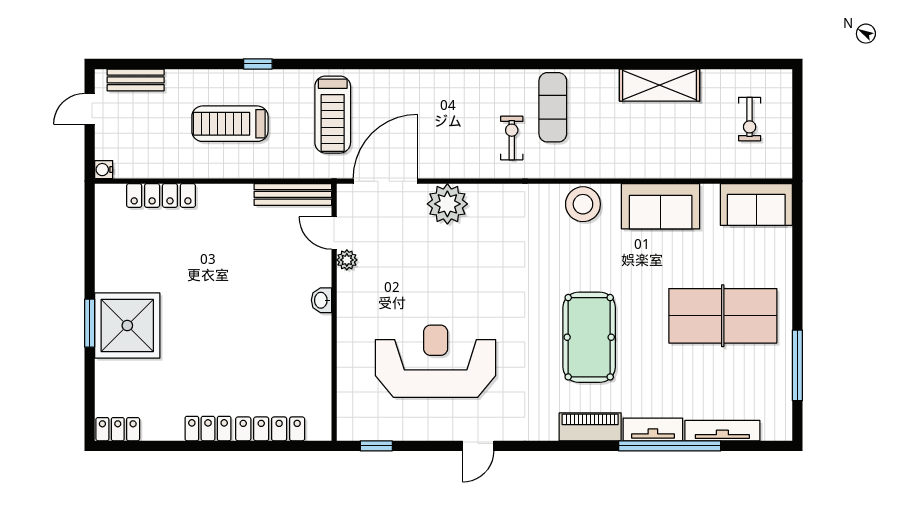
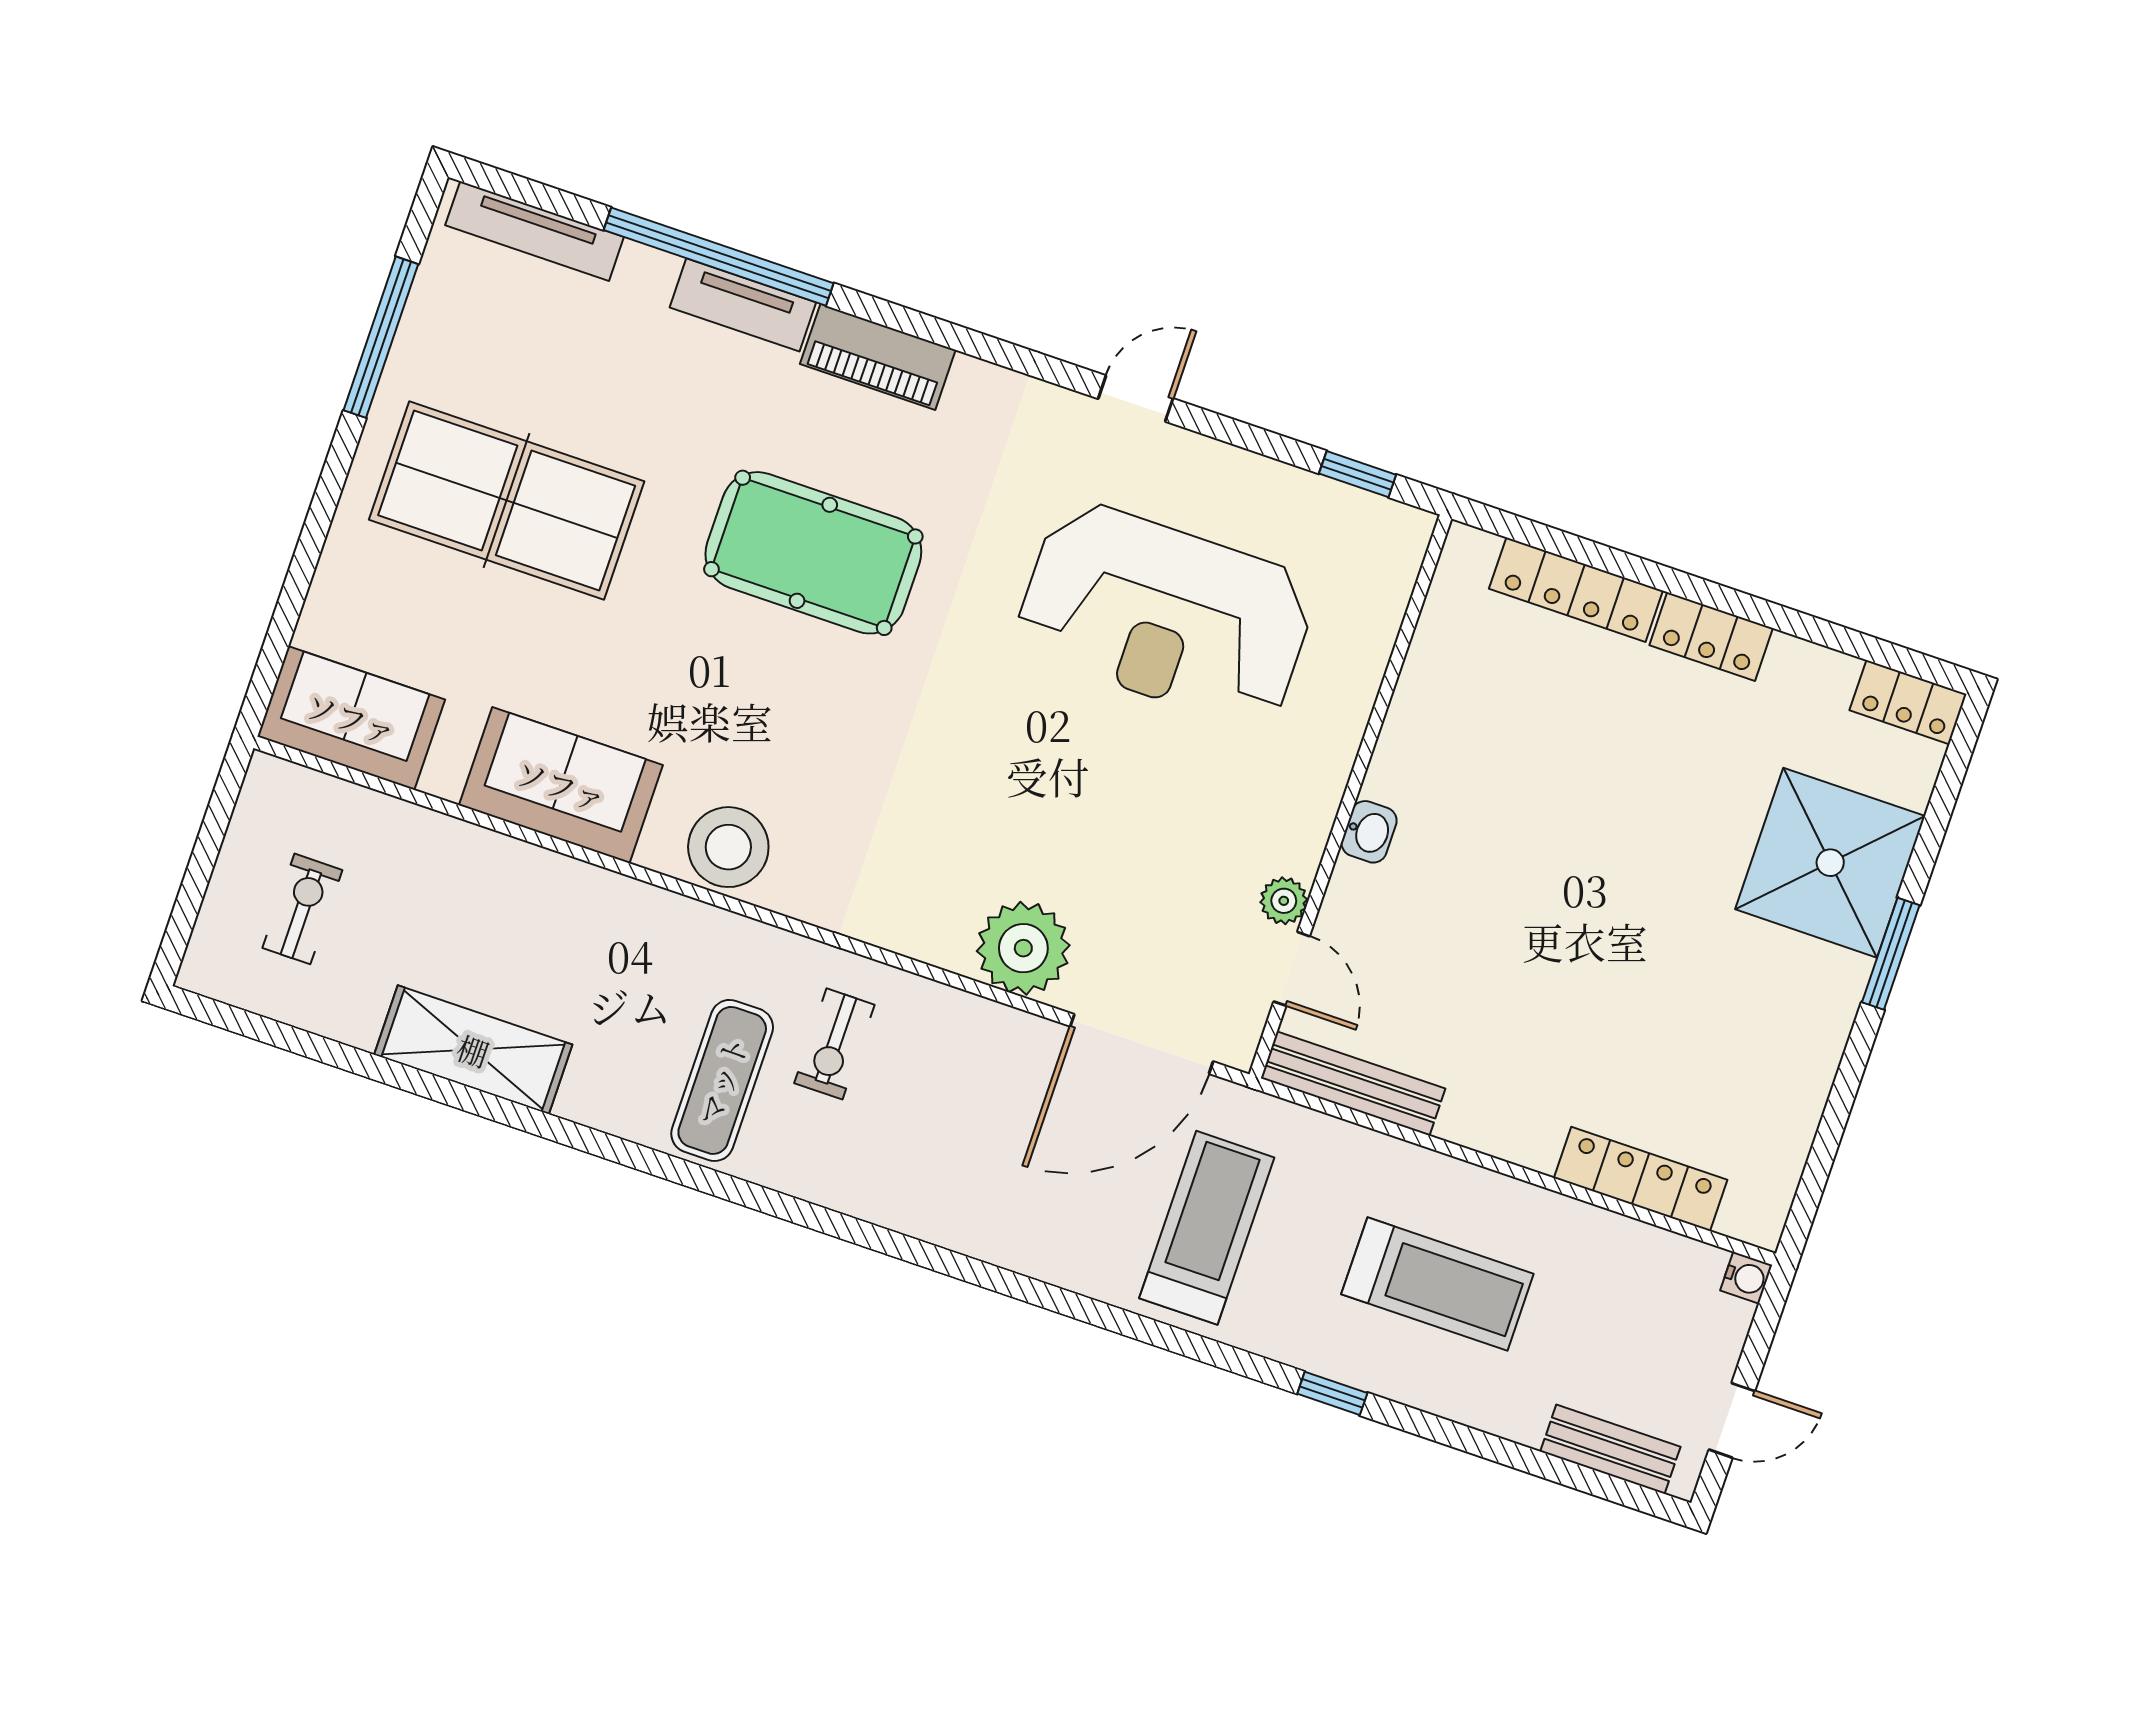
shower: (127, 325) -> (1830, 863), moved
pool table: (589, 337) -> (813, 553), turned 90
tv unit: (722, 431) -> (535, 231), moved

